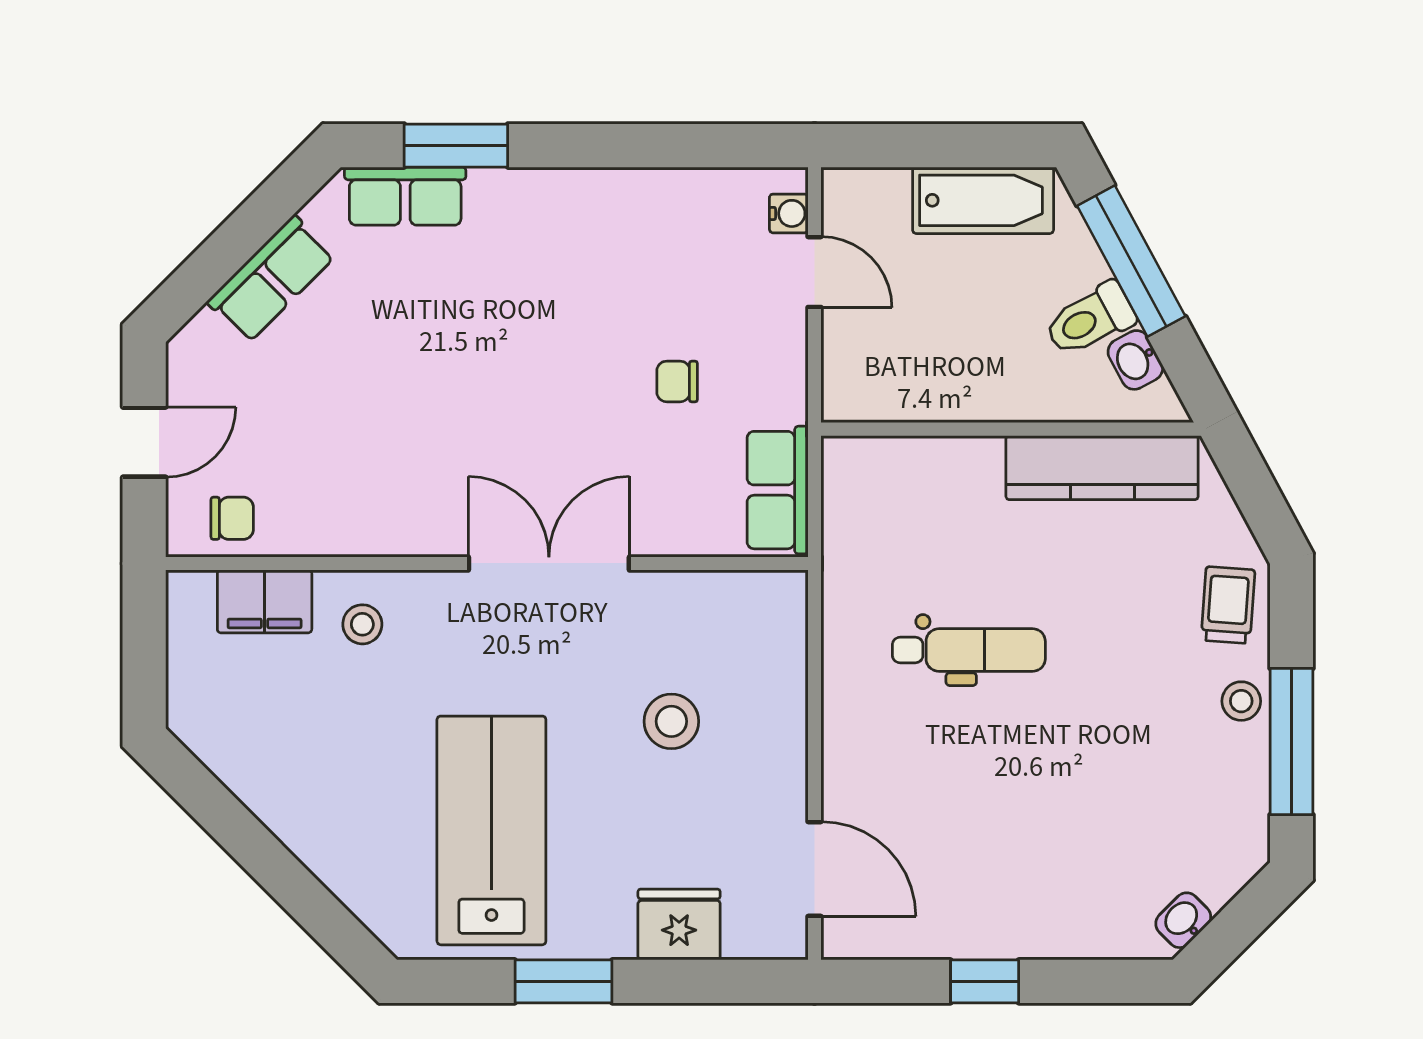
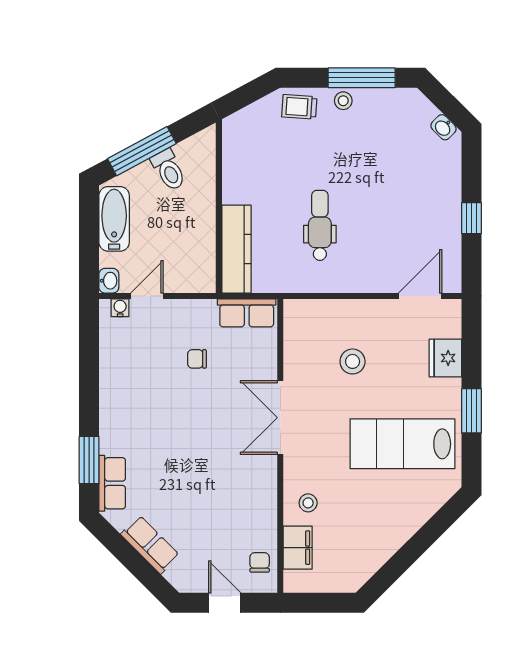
washbasin: (1135, 360) -> (109, 281), moved, turned -62
chair: (677, 381) -> (197, 359), turned 90
kitchen counter: (1102, 468) -> (236, 249), moved

